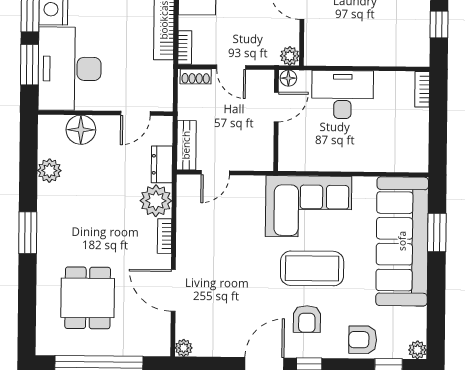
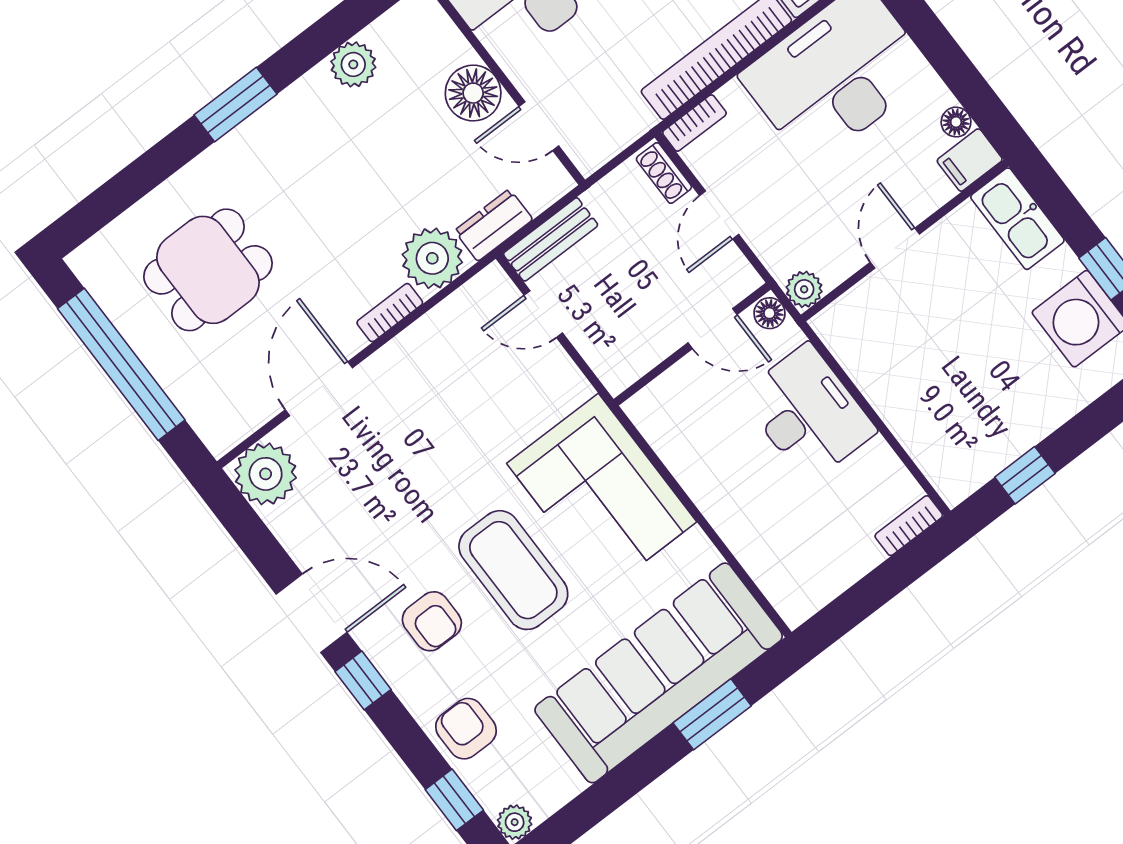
floor lamp: (81, 130) -> (473, 93), moved
armchair: (307, 319) -> (432, 621), turned -90
plant: (184, 348) -> (266, 474), width x1.88, depth x1.88

